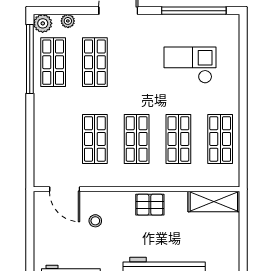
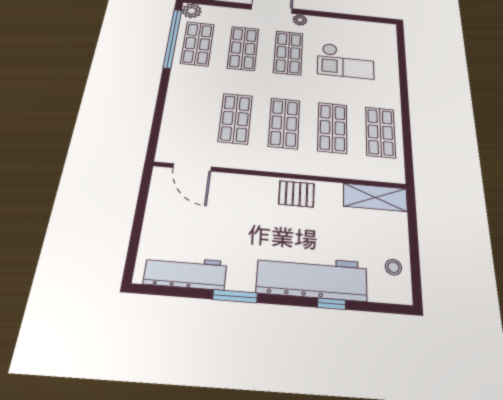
window: (194, 11) -> (349, 17), removed
plant: (68, 21) -> (300, 20), moved
shop shelf: (137, 62) -> (288, 53), added
checkout: (190, 65) -> (346, 61), turned 180
stool: (95, 221) -> (393, 267), moved

